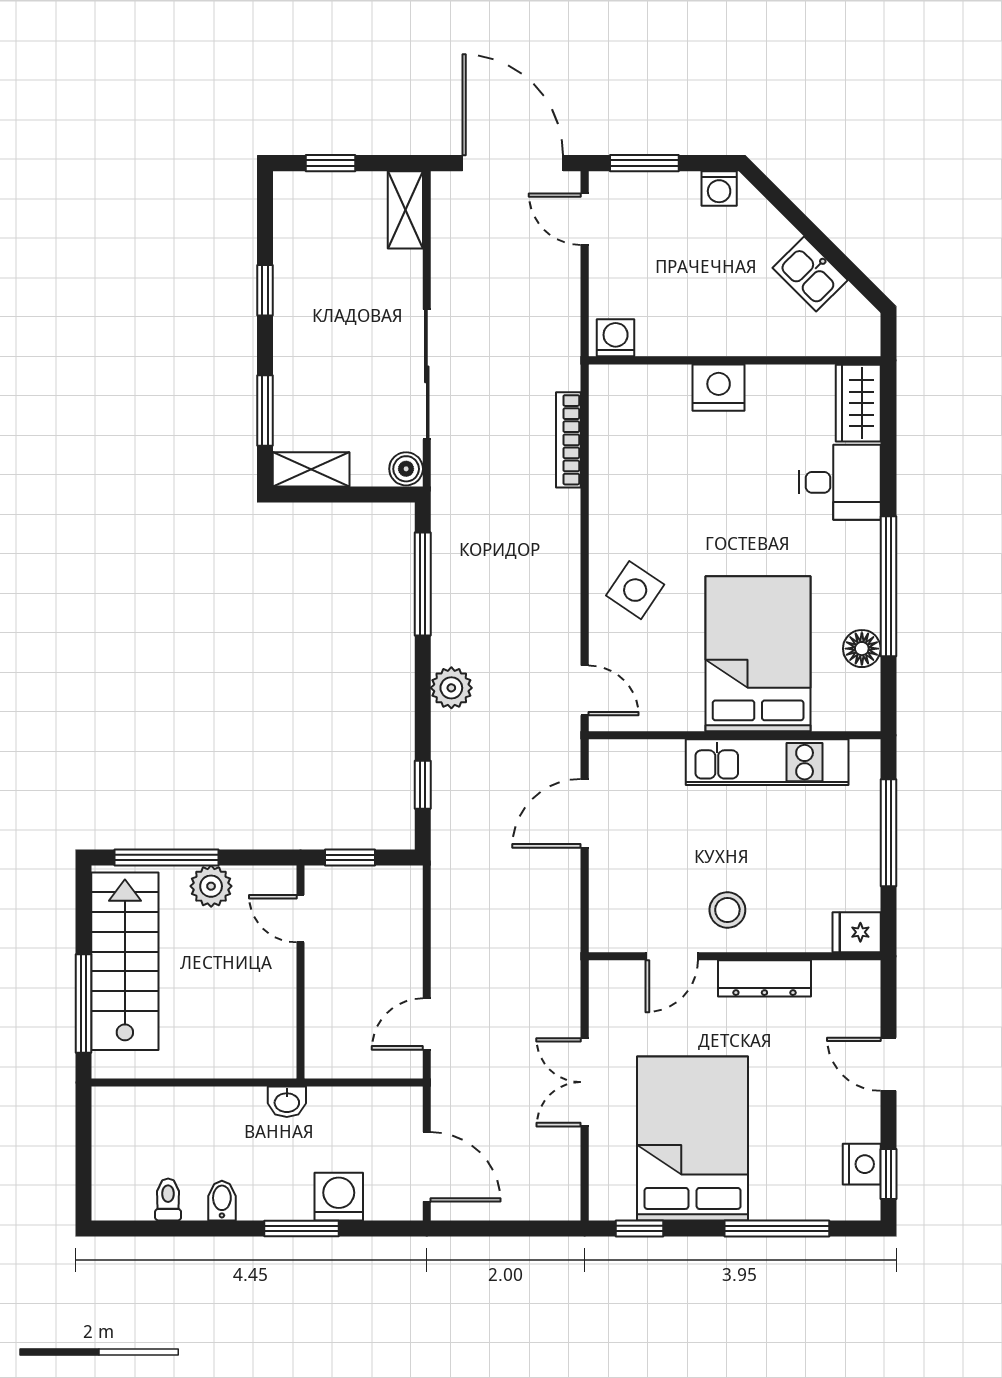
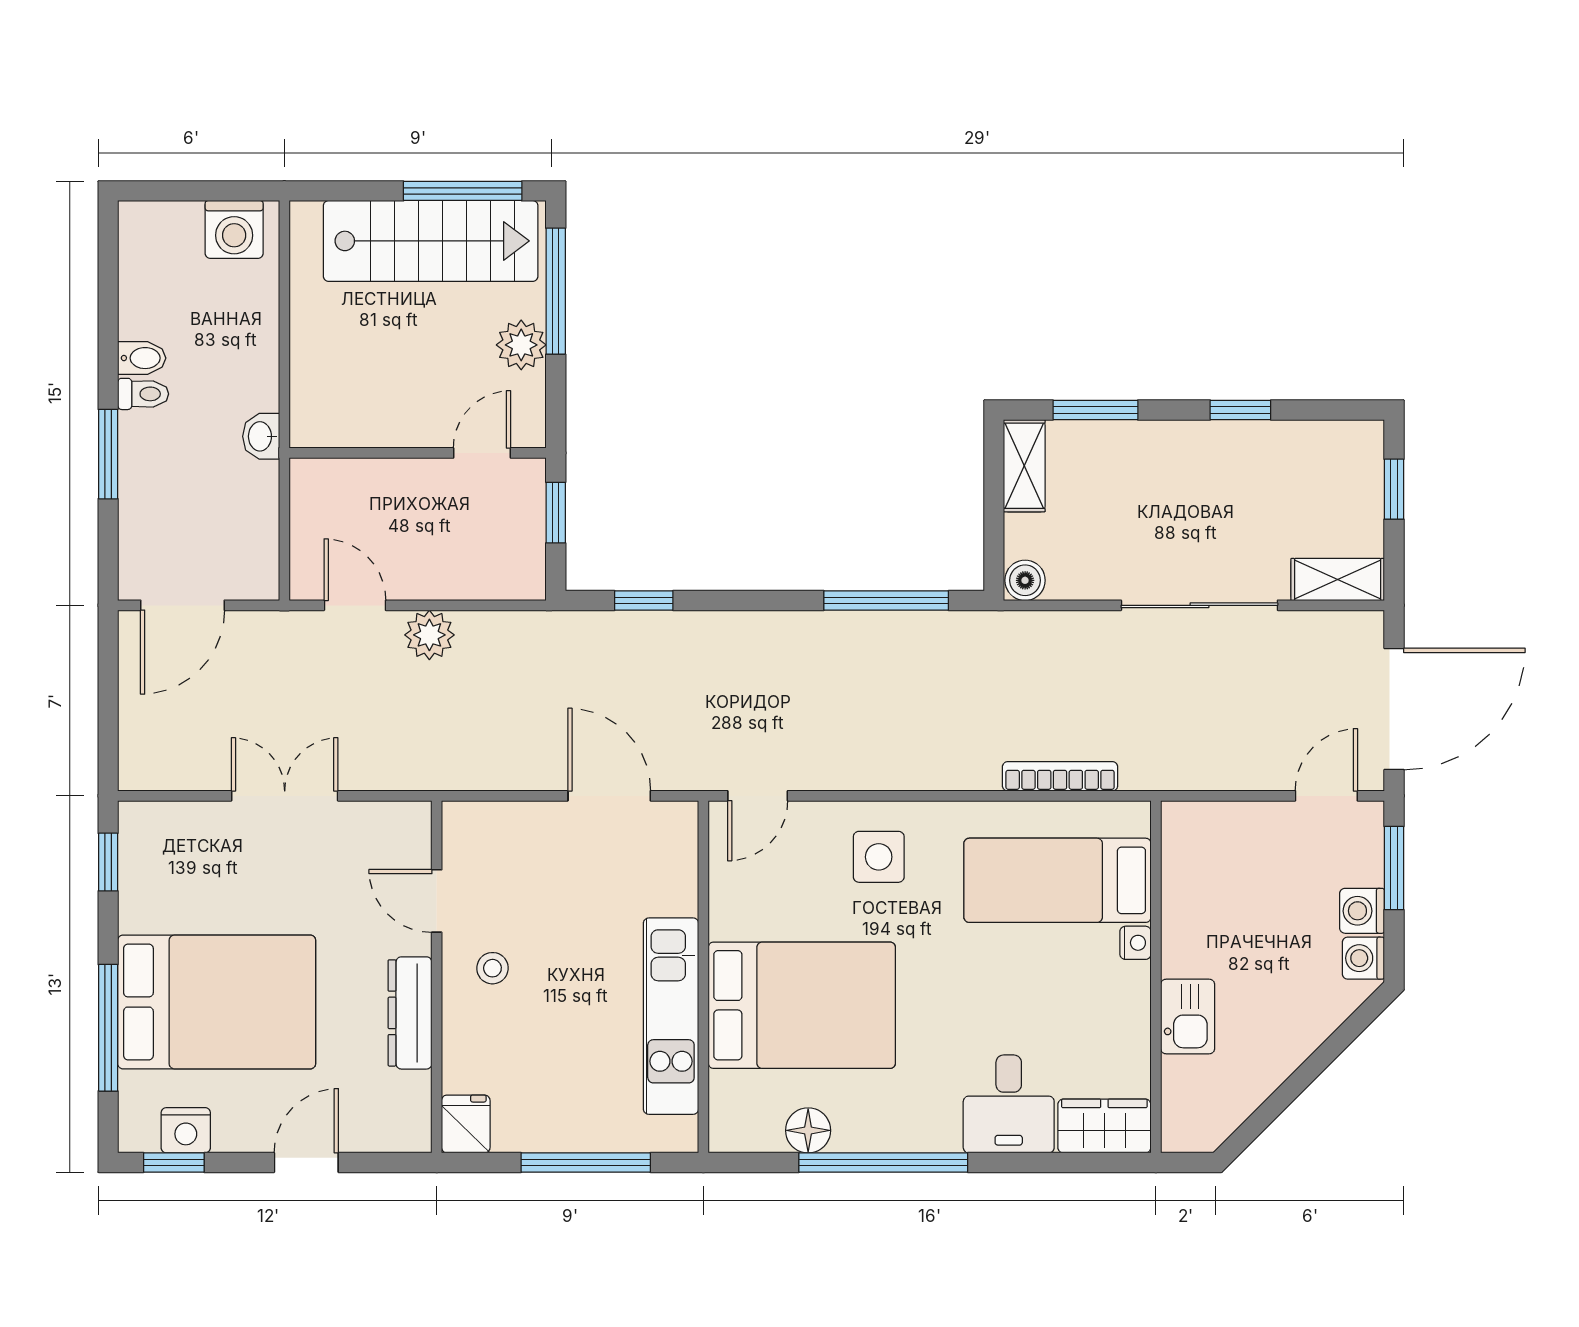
kitchen sink: (810, 274) -> (1188, 1016), moved, turned 135
washing machine: (616, 338) -> (1362, 911), moved, turned 180
sliding door: (427, 374) -> (1199, 605), moved
nightstand: (719, 388) -> (1135, 943), width x0.53, depth x0.56
bed: (655, 442) -> (1058, 880), added
side table: (635, 590) -> (879, 857), turned -34
plant: (451, 688) -> (429, 635), moved
stool: (727, 910) -> (492, 968), width x0.73, depth x0.73
window: (83, 1003) -> (463, 191), moved
bed: (693, 1139) -> (217, 1002), moved
washing machine: (339, 1197) -> (234, 229), moved, turned 90
toilet: (168, 1200) -> (143, 394), moved

